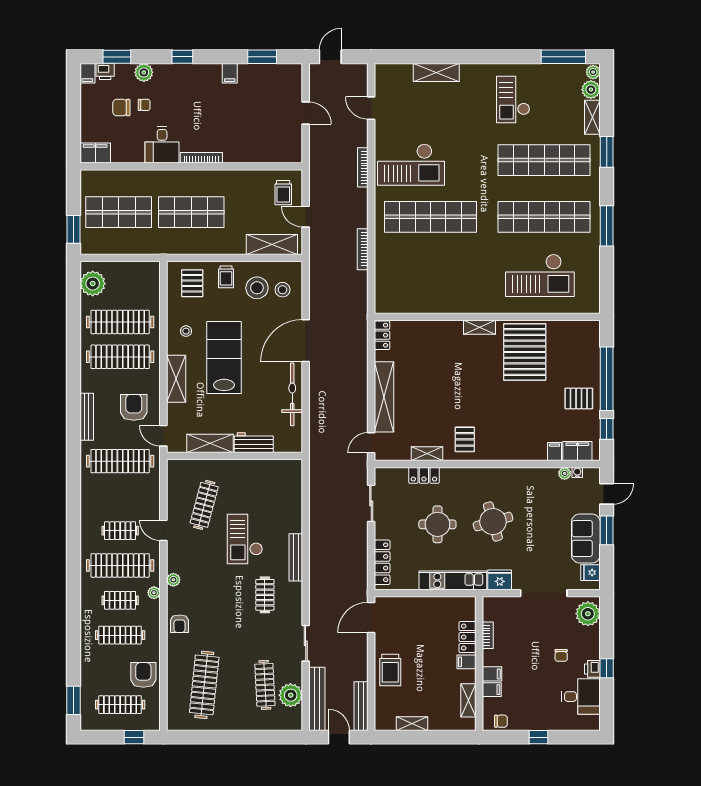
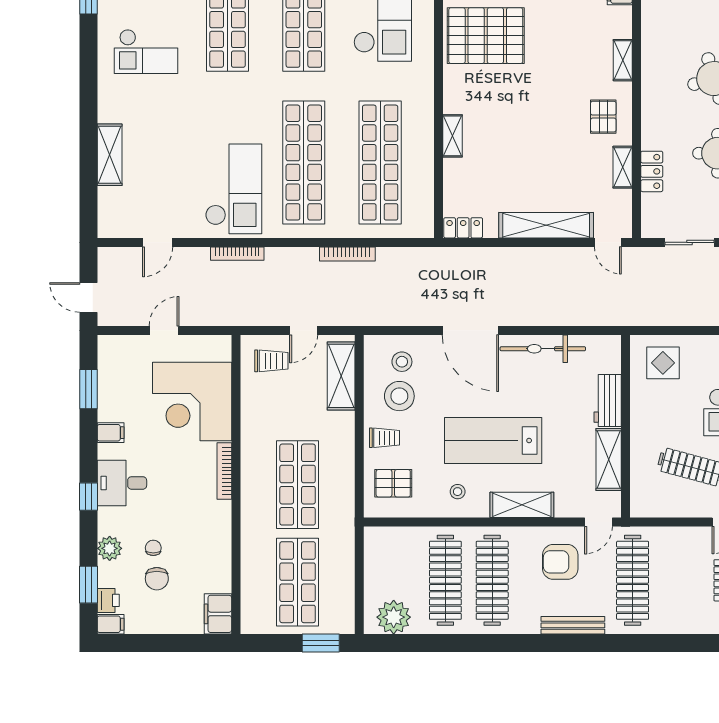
corner desk: (253, 134) -> (192, 401), added
desk: (162, 145) -> (122, 483), moved, turned 180
shop shelf: (431, 274) -> (380, 163), added
shelving: (480, 327) -> (452, 136), moved
pallet: (465, 439) -> (603, 117), turned 90
shelving: (507, 454) -> (623, 60), added
display table: (282, 484) -> (663, 363), added

